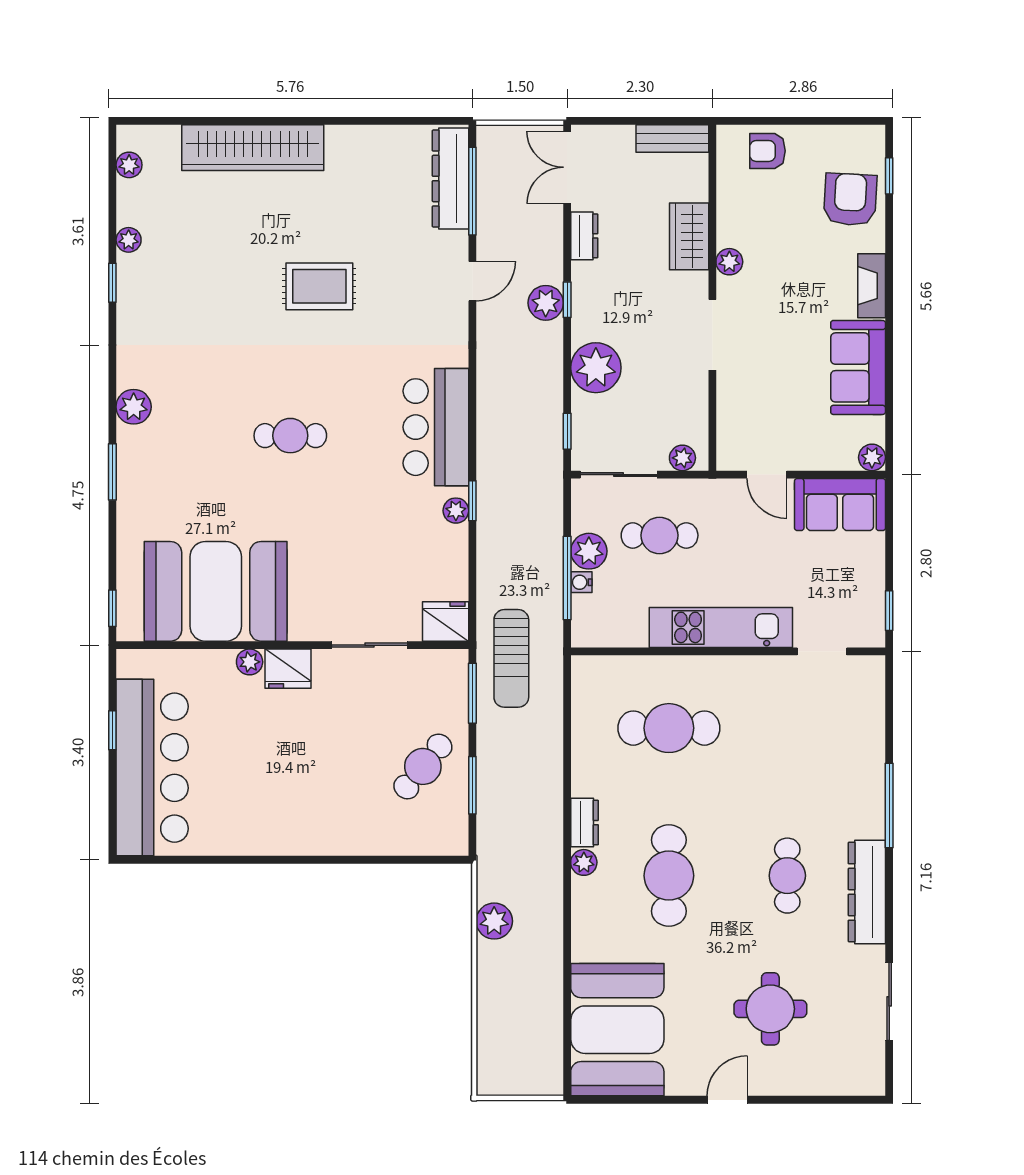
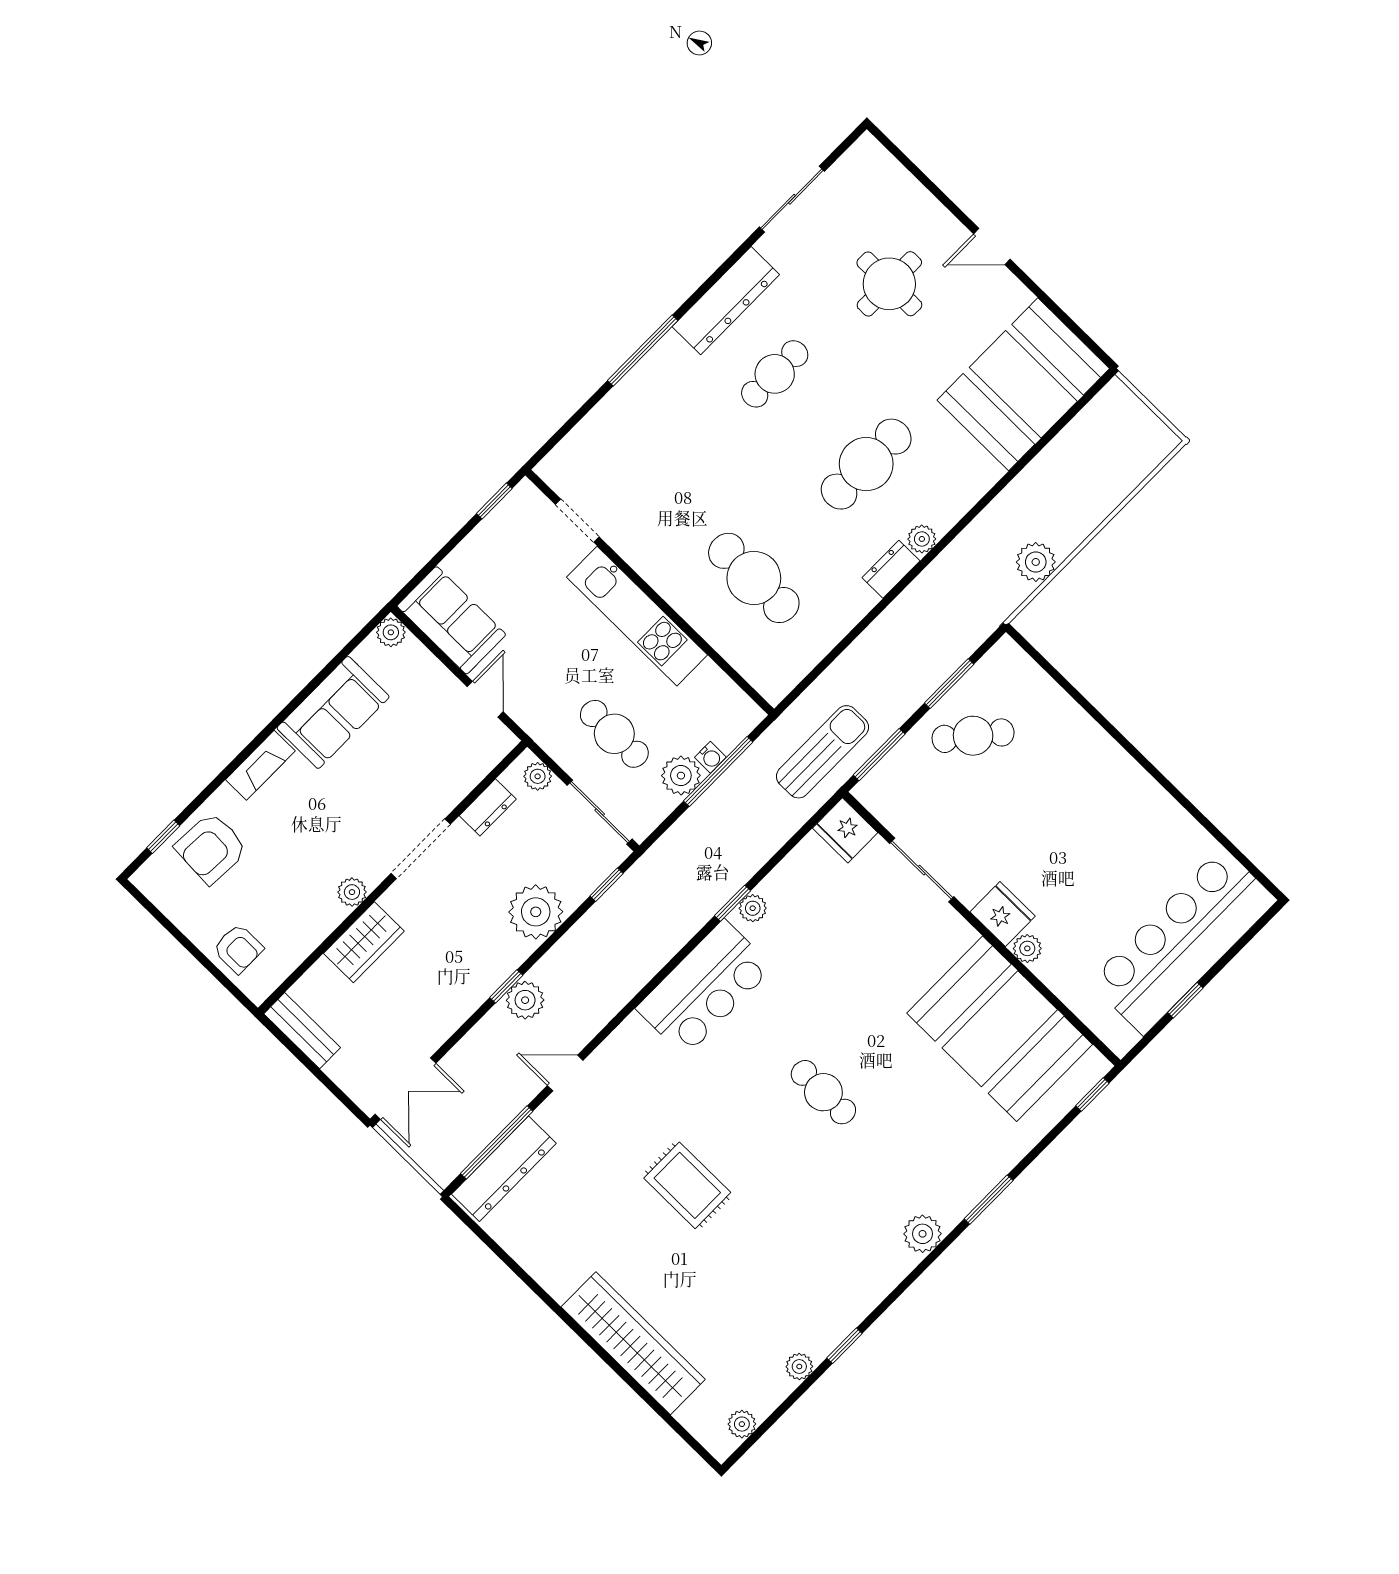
dresser: (584, 236) -> (488, 807), moved, turned 180

